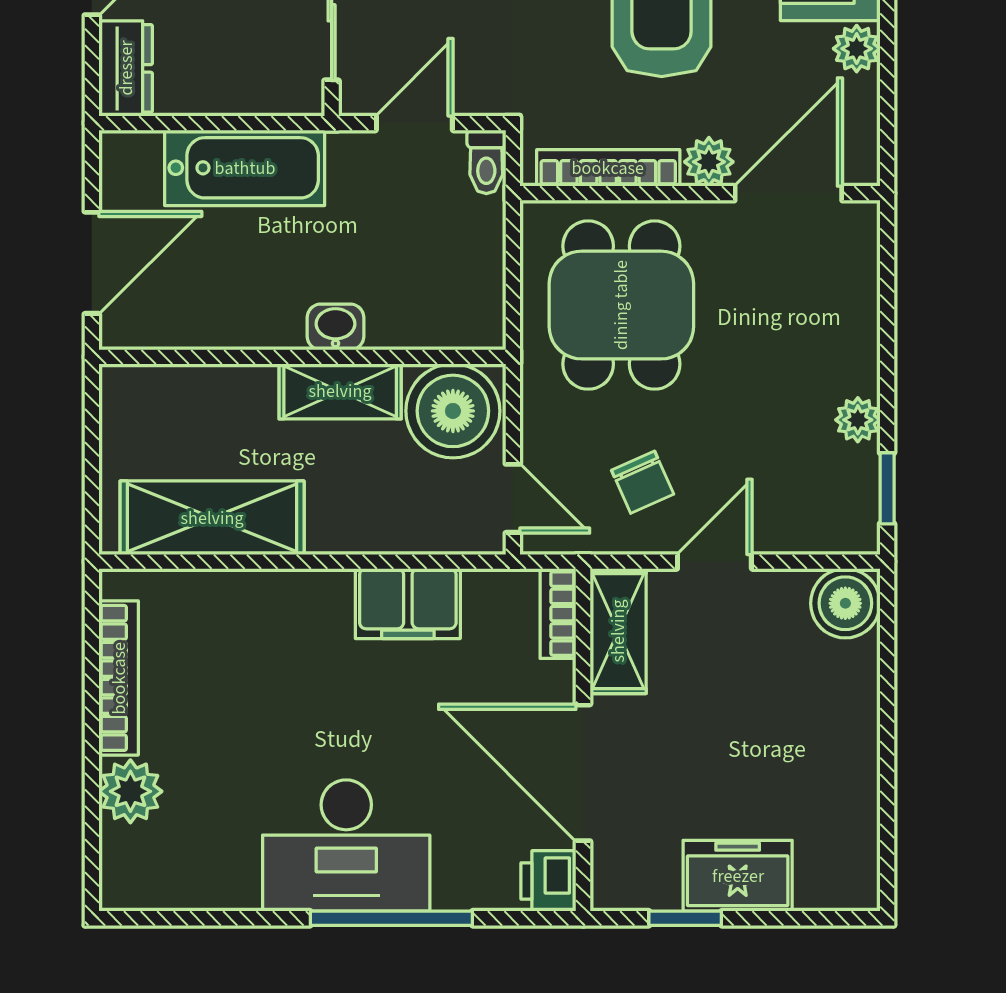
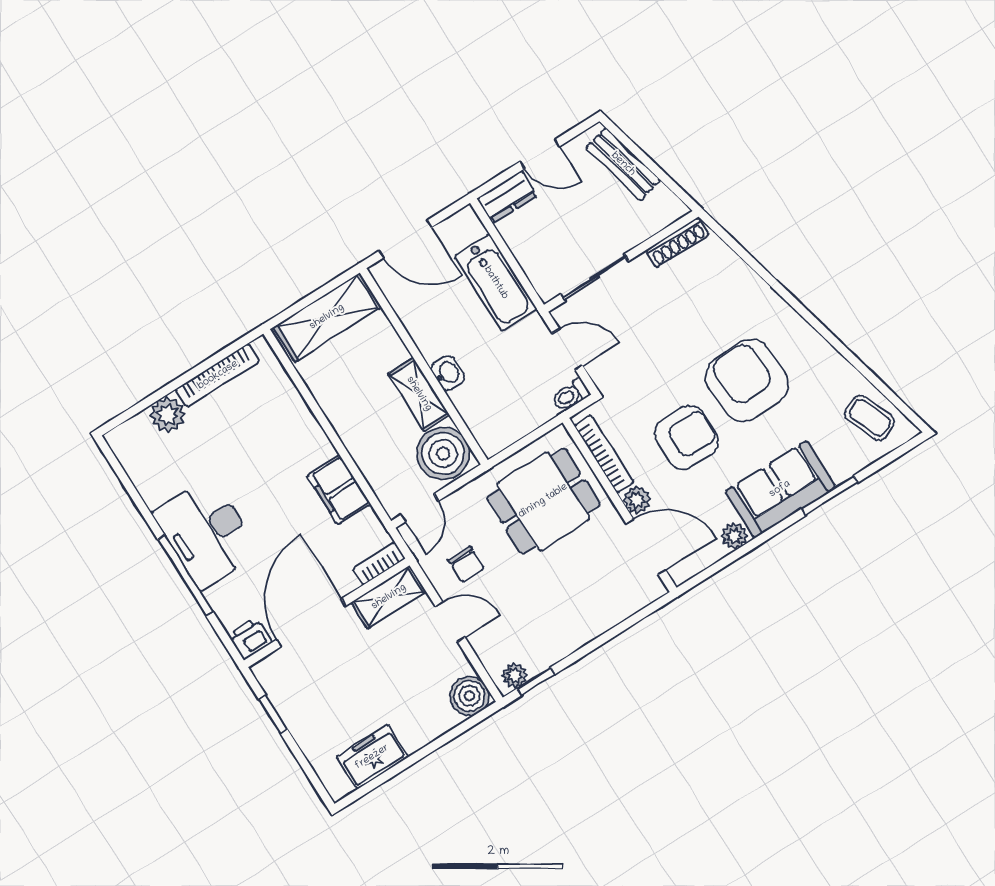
plant: (858, 420) -> (514, 676), moved
chair: (643, 482) -> (466, 564), turned -66
shelving: (212, 518) -> (327, 317), moved, turned 90
freezer: (738, 876) -> (372, 757), moved, turned -90

